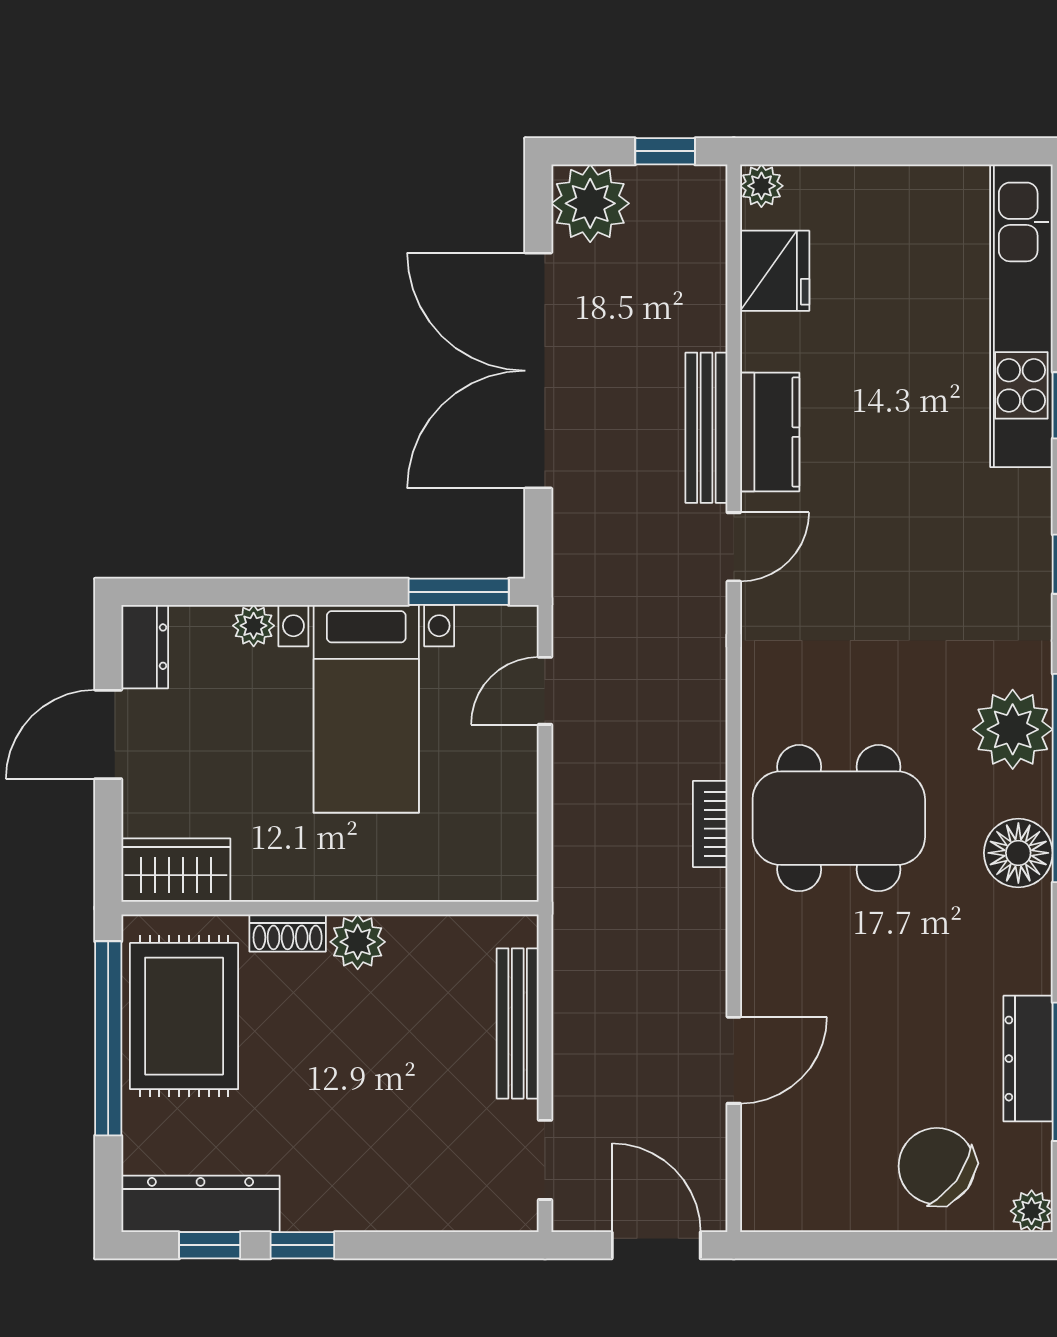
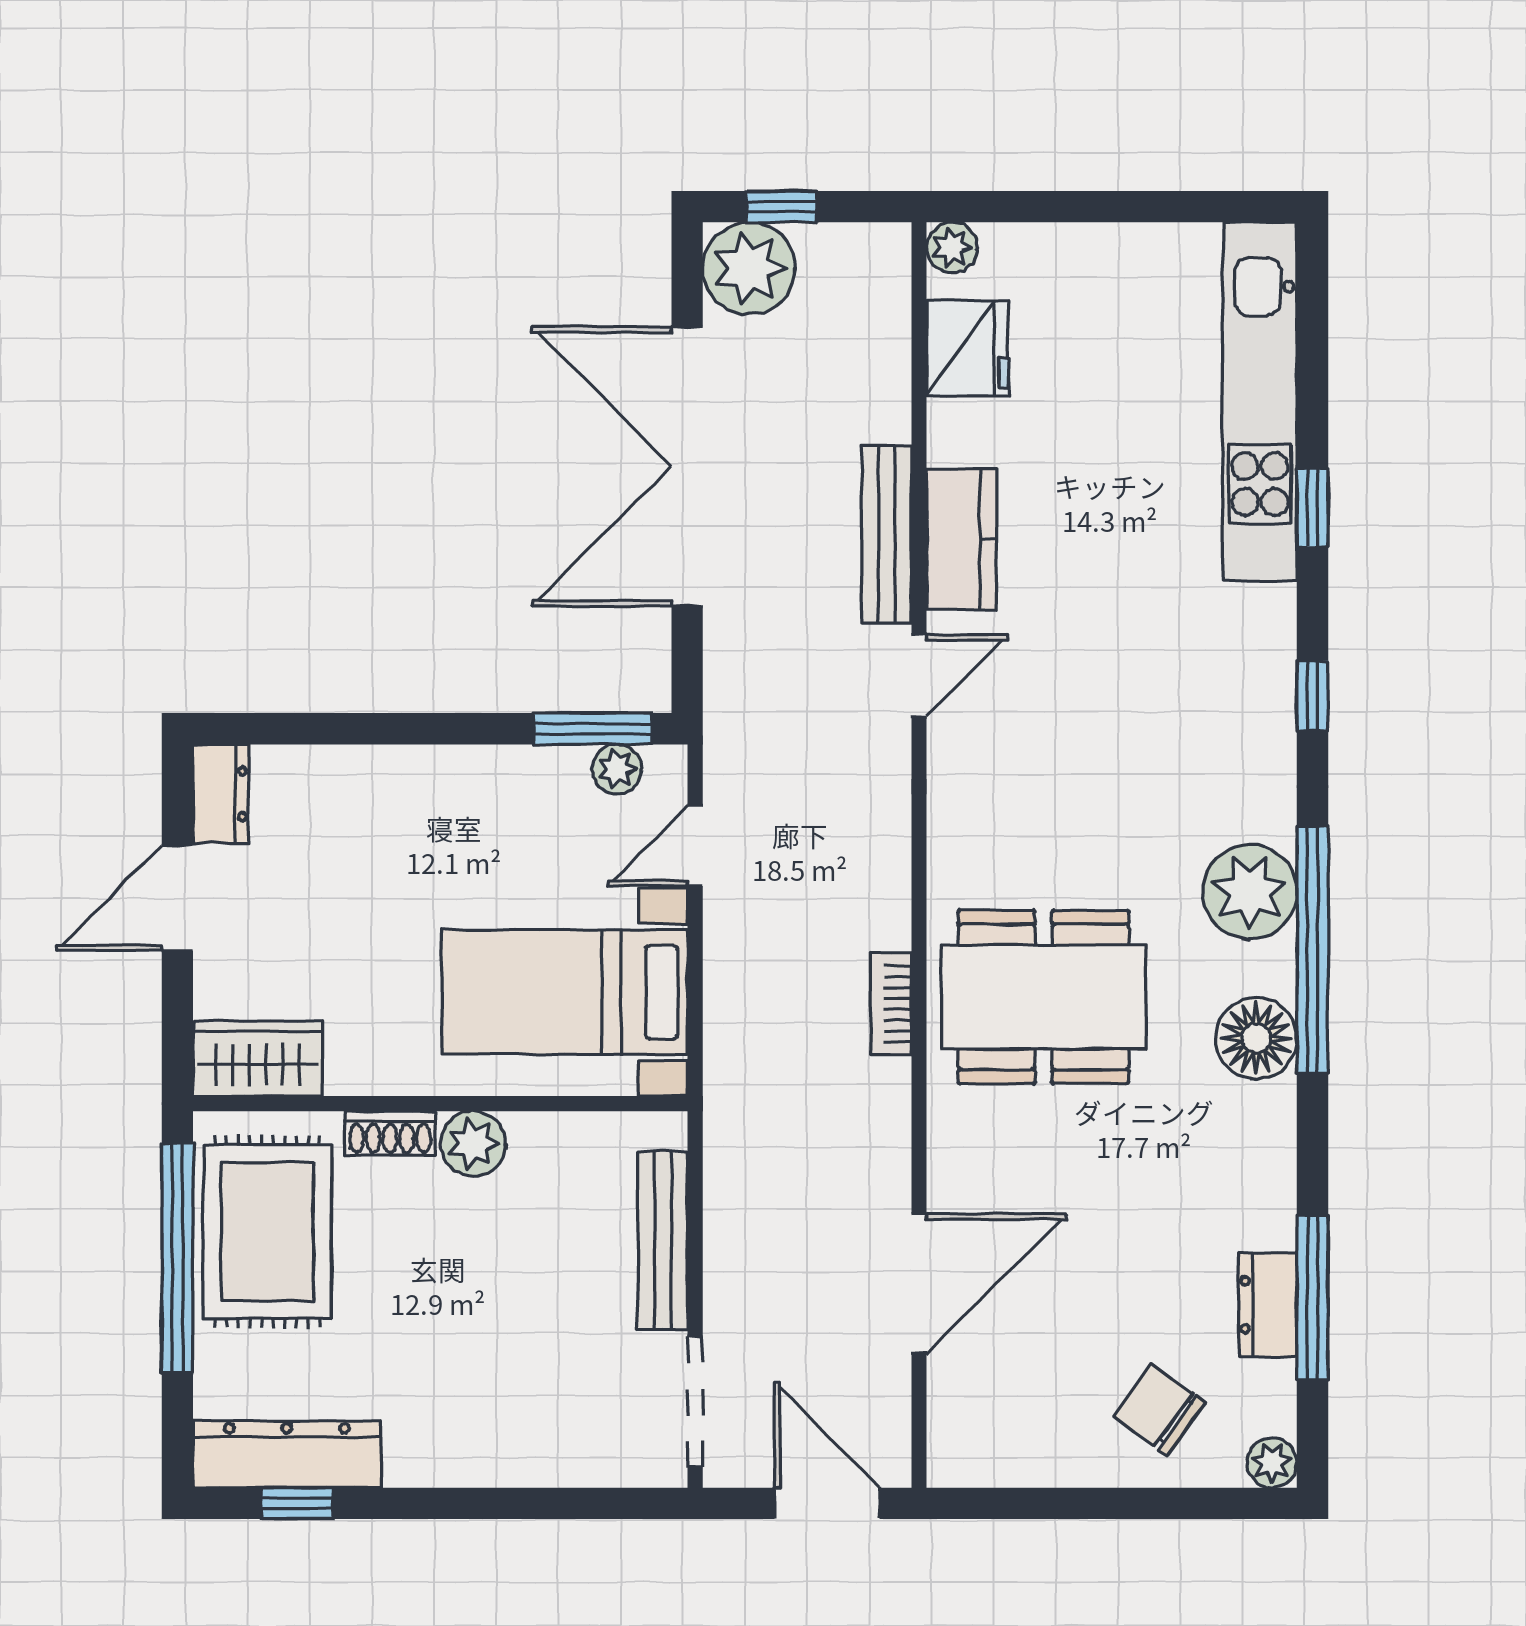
window: (665, 151) -> (782, 207), moved
plant: (254, 626) -> (617, 769), moved
bed with nightstands: (366, 709) -> (565, 992), moved, turned 90
dresser: (1028, 1059) -> (1268, 1305), width x0.70
door: (734, 1060) -> (919, 1284), width x1.36
doorway: (545, 1160) -> (695, 1402), width x1.38
chair: (937, 1166) -> (1160, 1409), width x0.73, depth x0.73
window: (302, 1245) -> (408, 1503), removed

